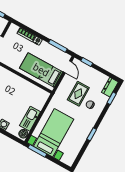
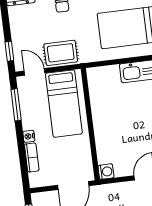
door: (67, 67) -> (34, 72), hinge flipped
rug: (78, 94) -> (61, 53), moved

